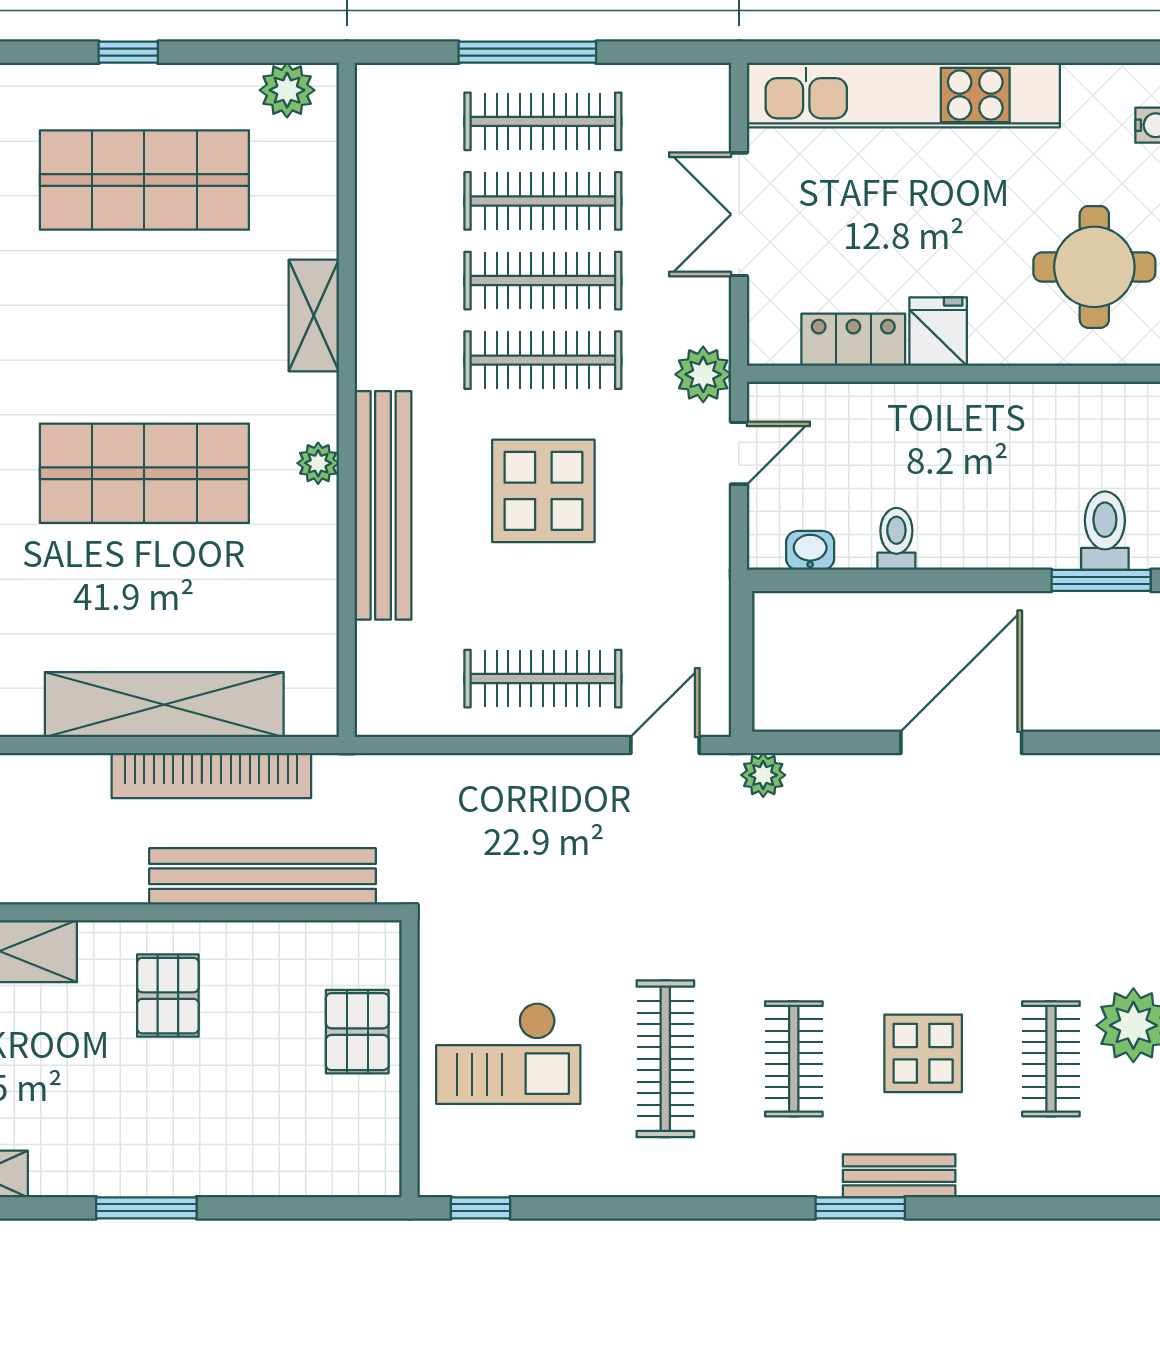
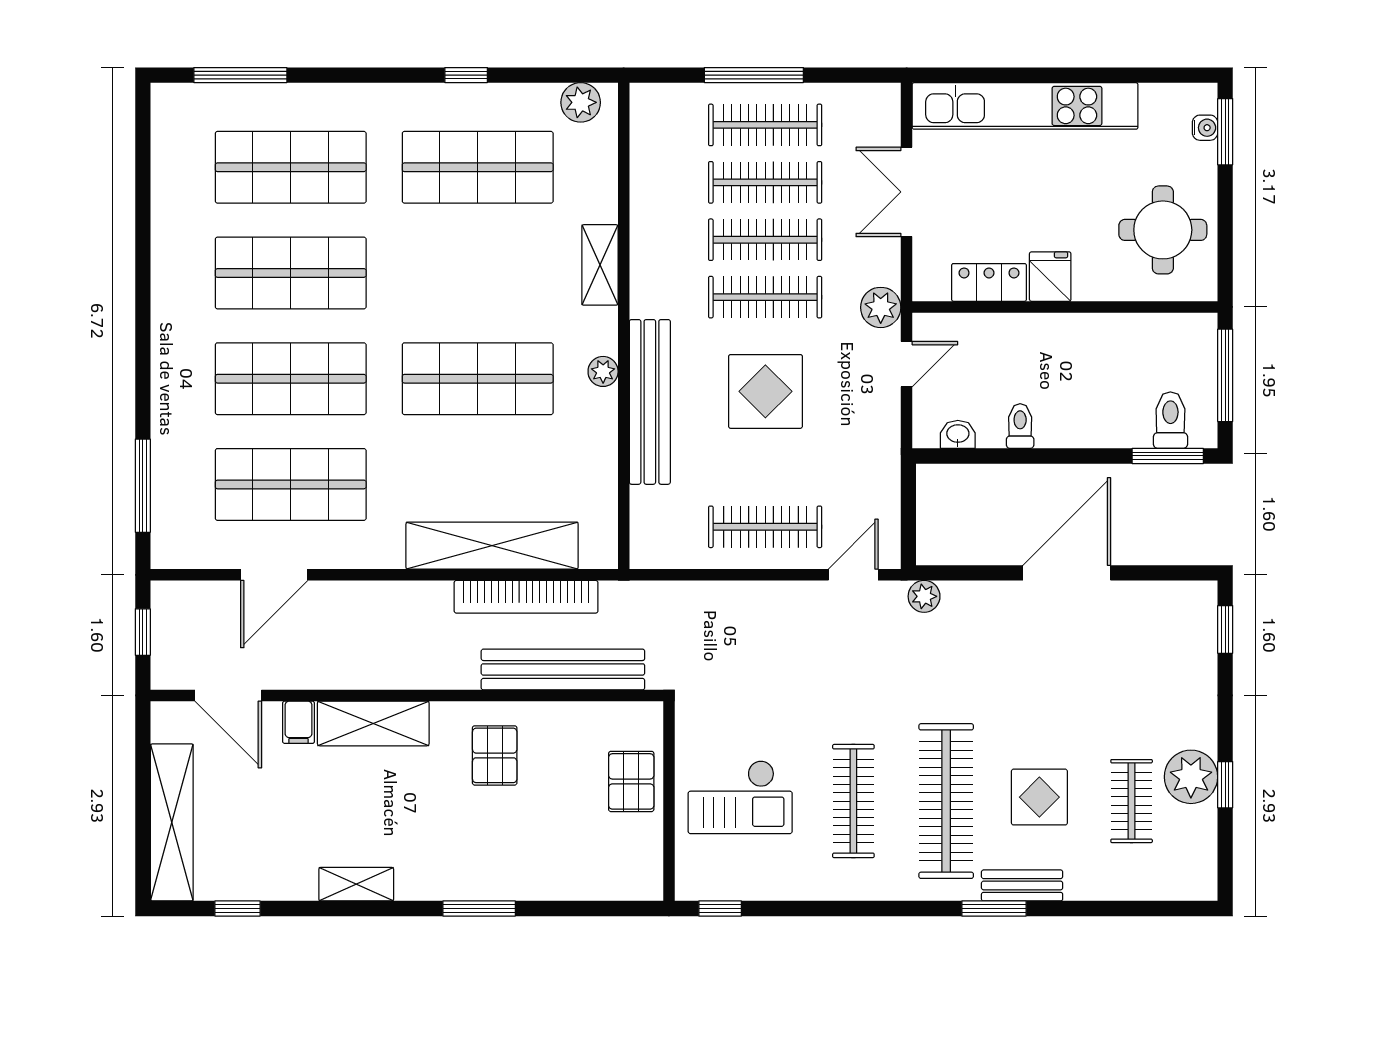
clothes rail: (794, 1059) -> (946, 801), width x1.86, depth x1.31

